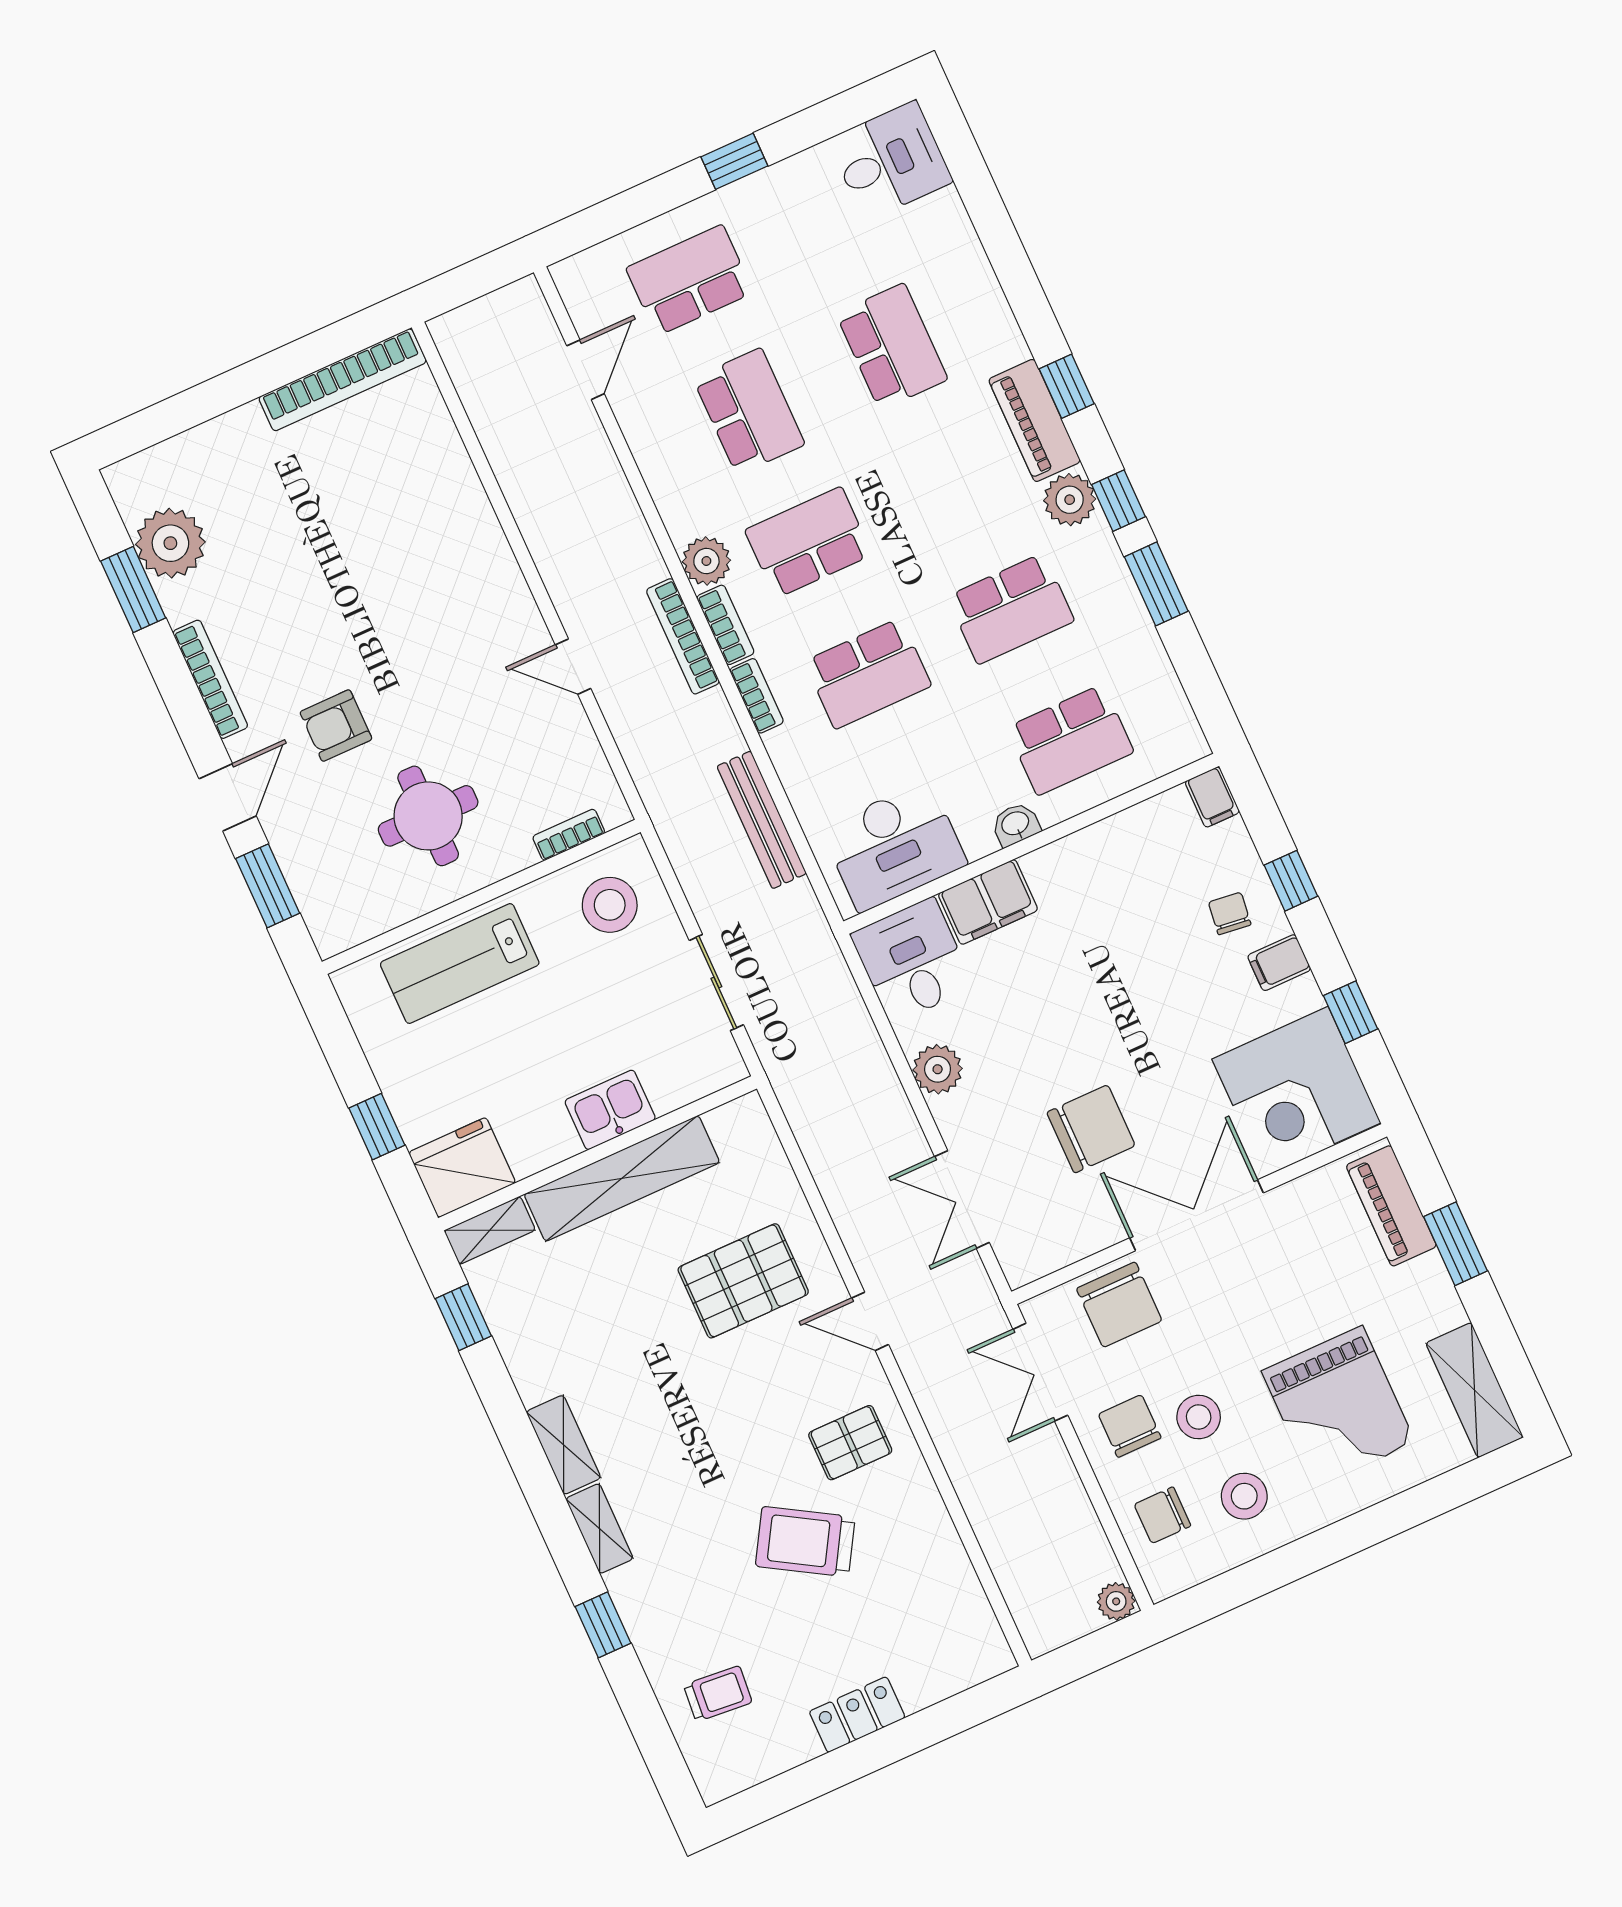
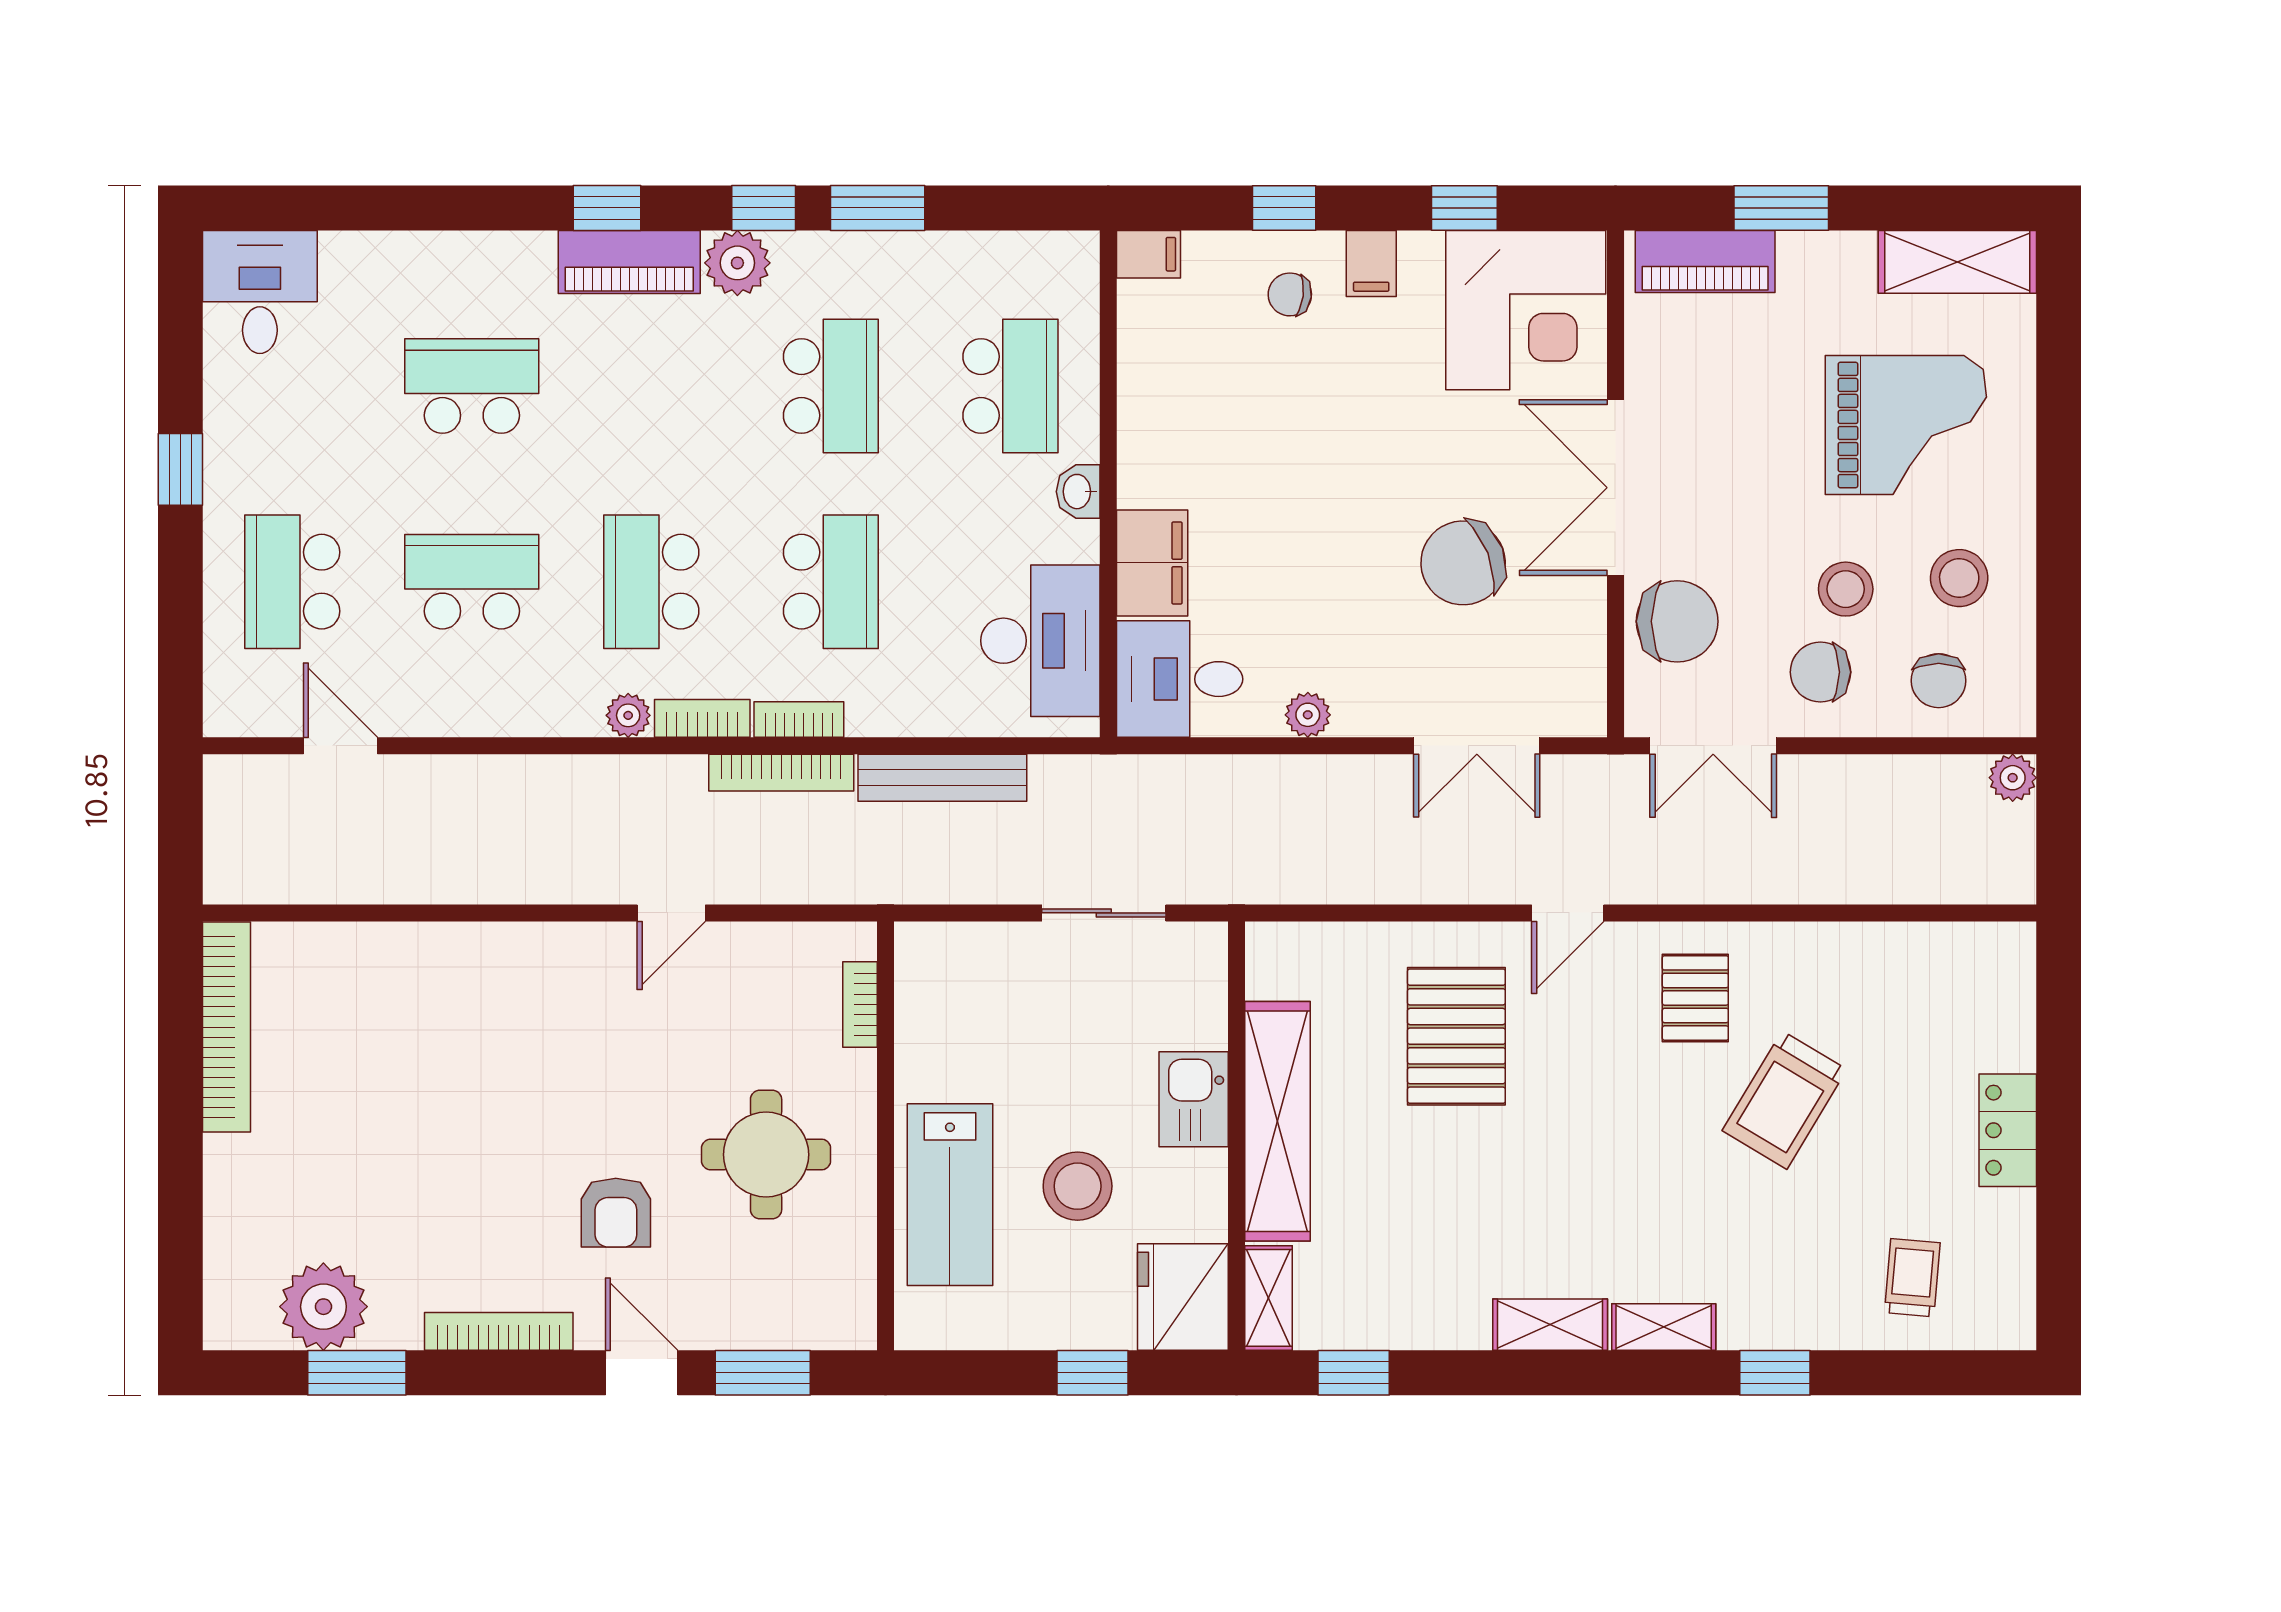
plant: (706, 561) -> (628, 715), width x0.73, depth x0.73
bookcase: (683, 636) -> (781, 773), moved
stool: (610, 905) -> (1078, 1186), moved
plant: (938, 1069) -> (1308, 715), width x0.73, depth x0.73
chair: (1091, 1129) -> (1463, 563), turned -111

